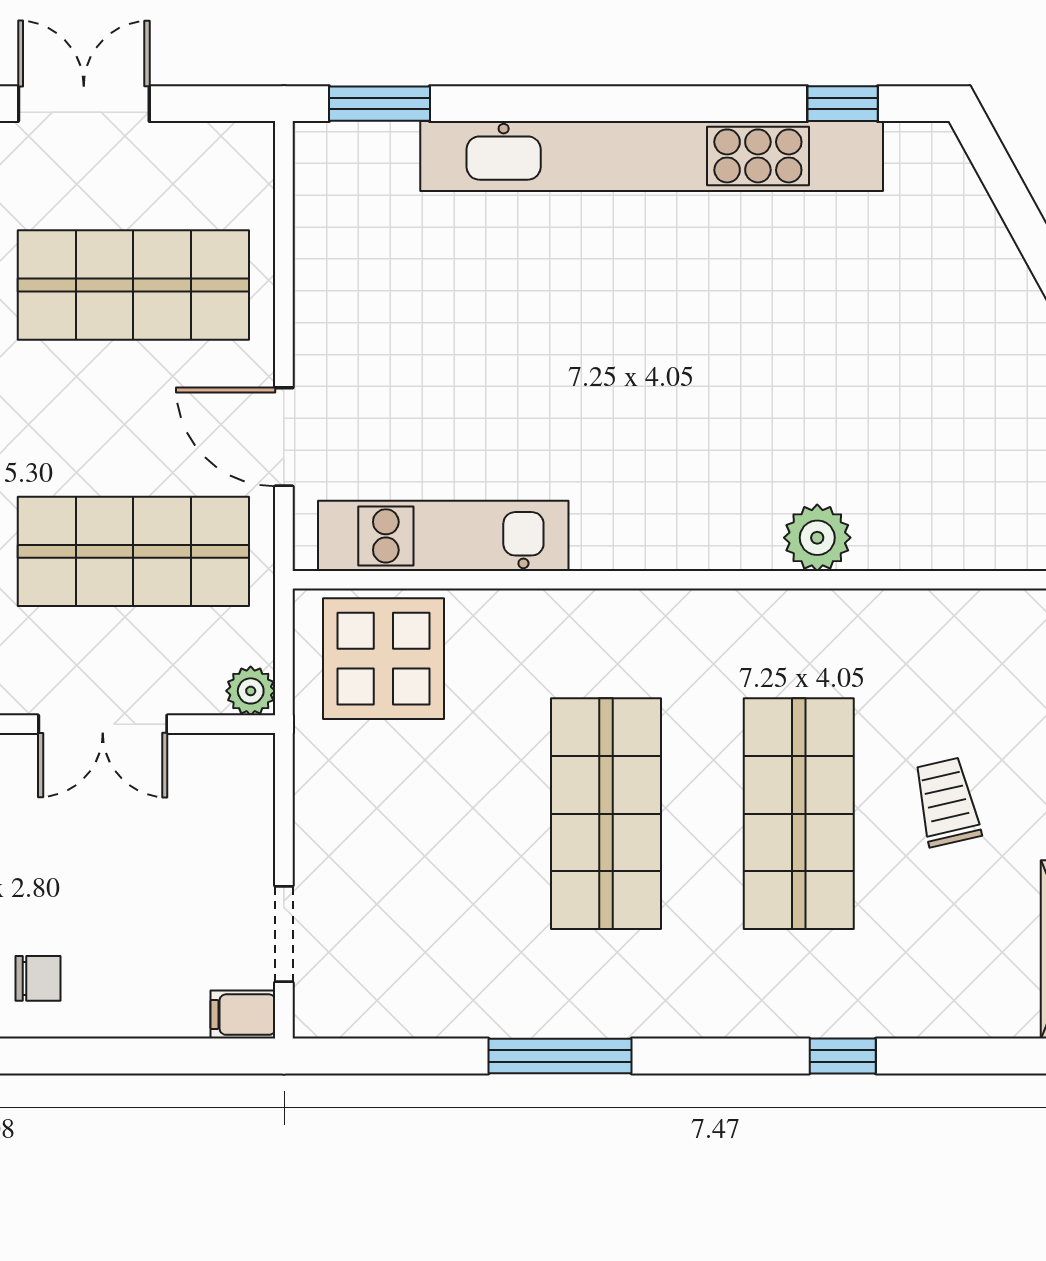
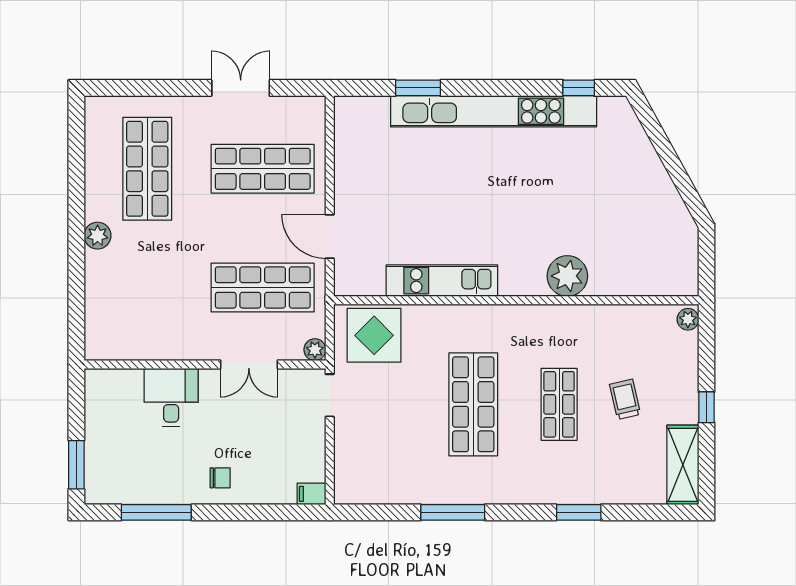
window: (379, 104) -> (418, 88), moved
kitchen unit: (443, 536) -> (442, 281), moved
plant: (817, 538) -> (567, 276), width x1.36, depth x1.36
shop shelf: (799, 814) -> (559, 404), width x0.70, depth x0.74
doorway: (284, 934) -> (330, 395), moved
window: (843, 1056) -> (579, 512), width x1.50

